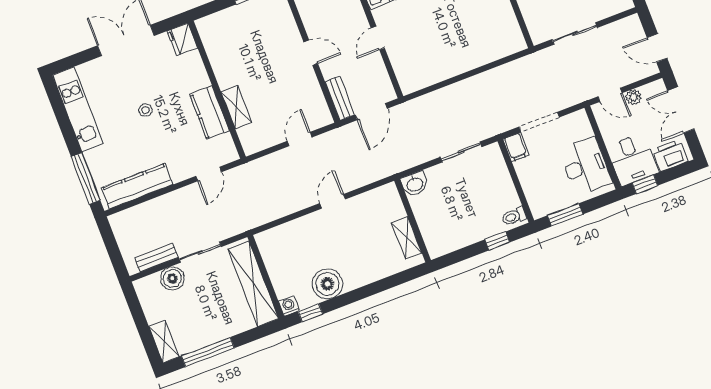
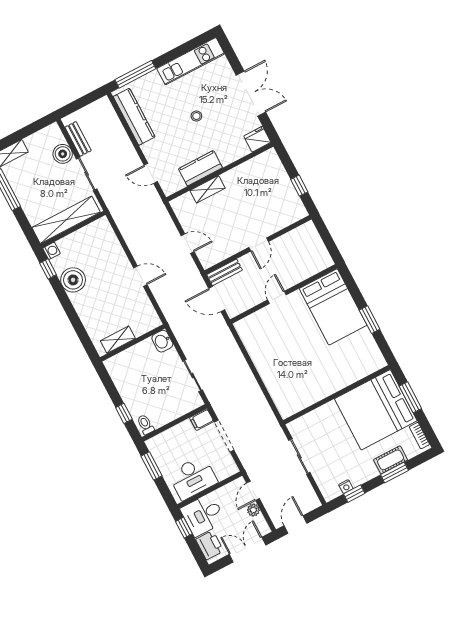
door: (378, 38) -> (277, 297), hinge flipped

